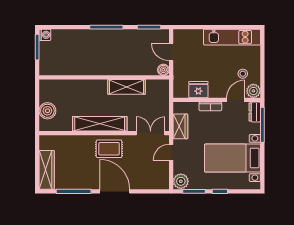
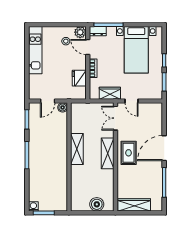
shelving: (127, 87) -> (77, 149), moved
shelving: (100, 124) -> (108, 153), width x0.68
wardrobe: (47, 170) -> (134, 205), moved
plant: (181, 181) -> (156, 93), removed

